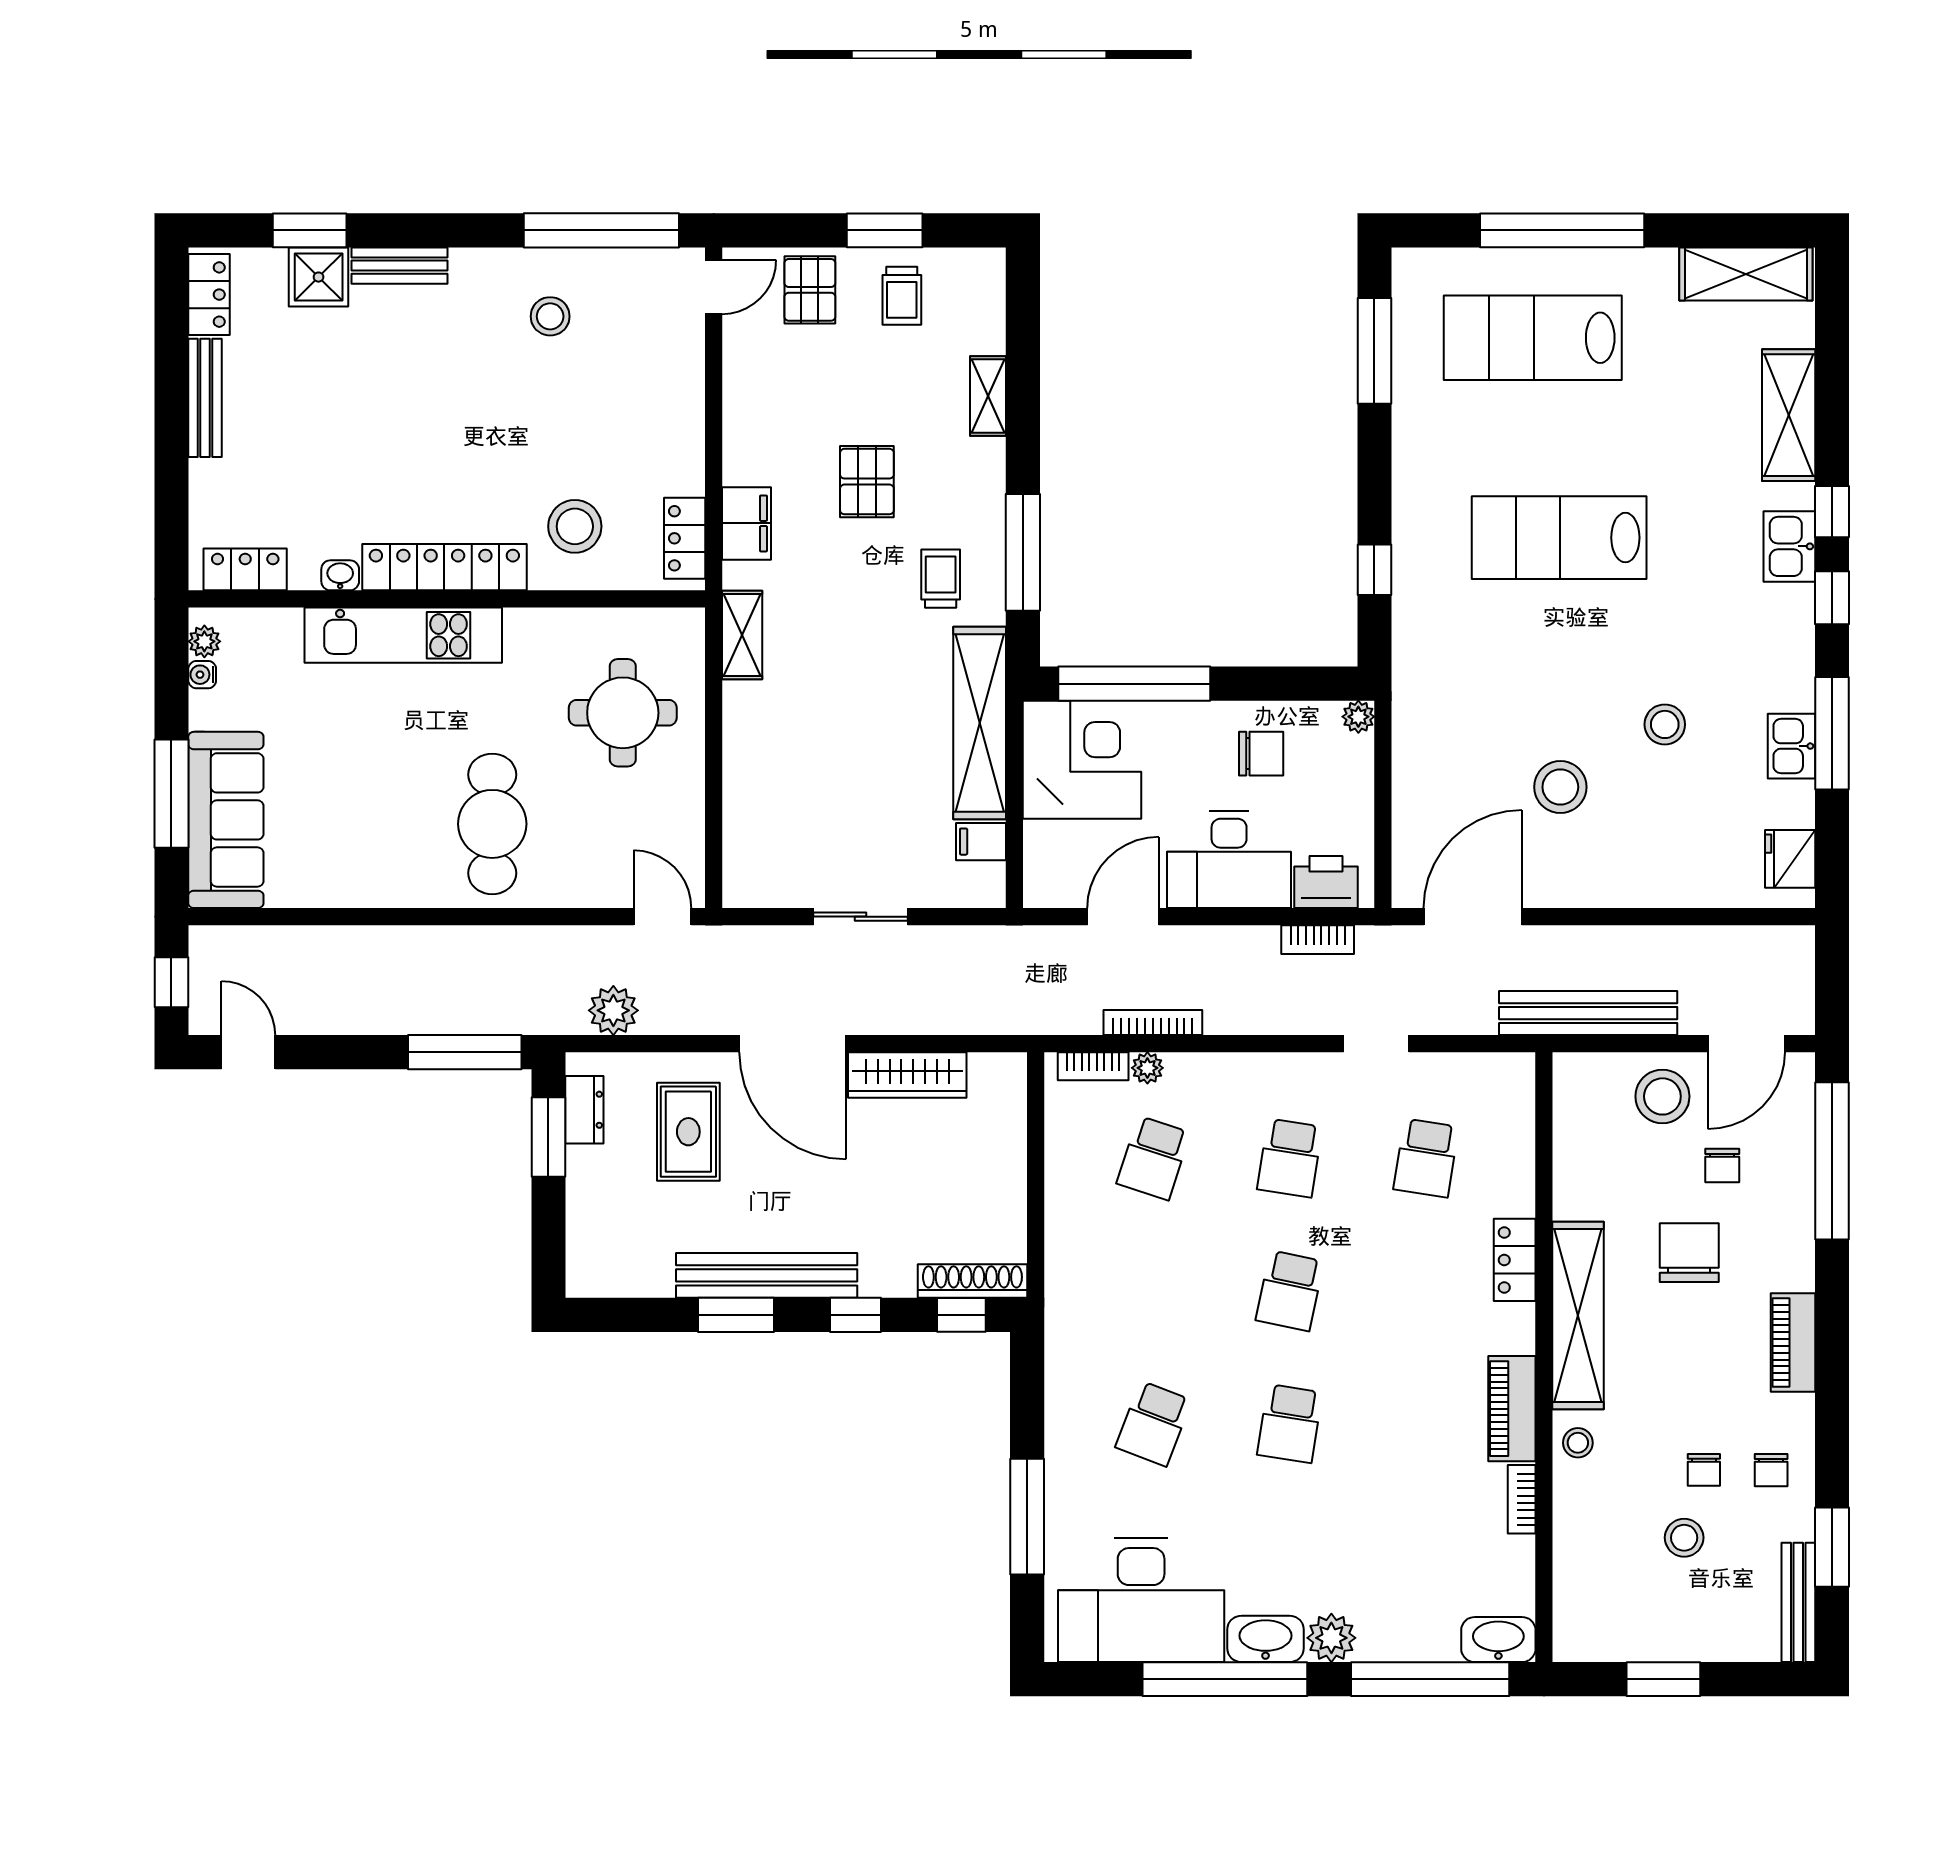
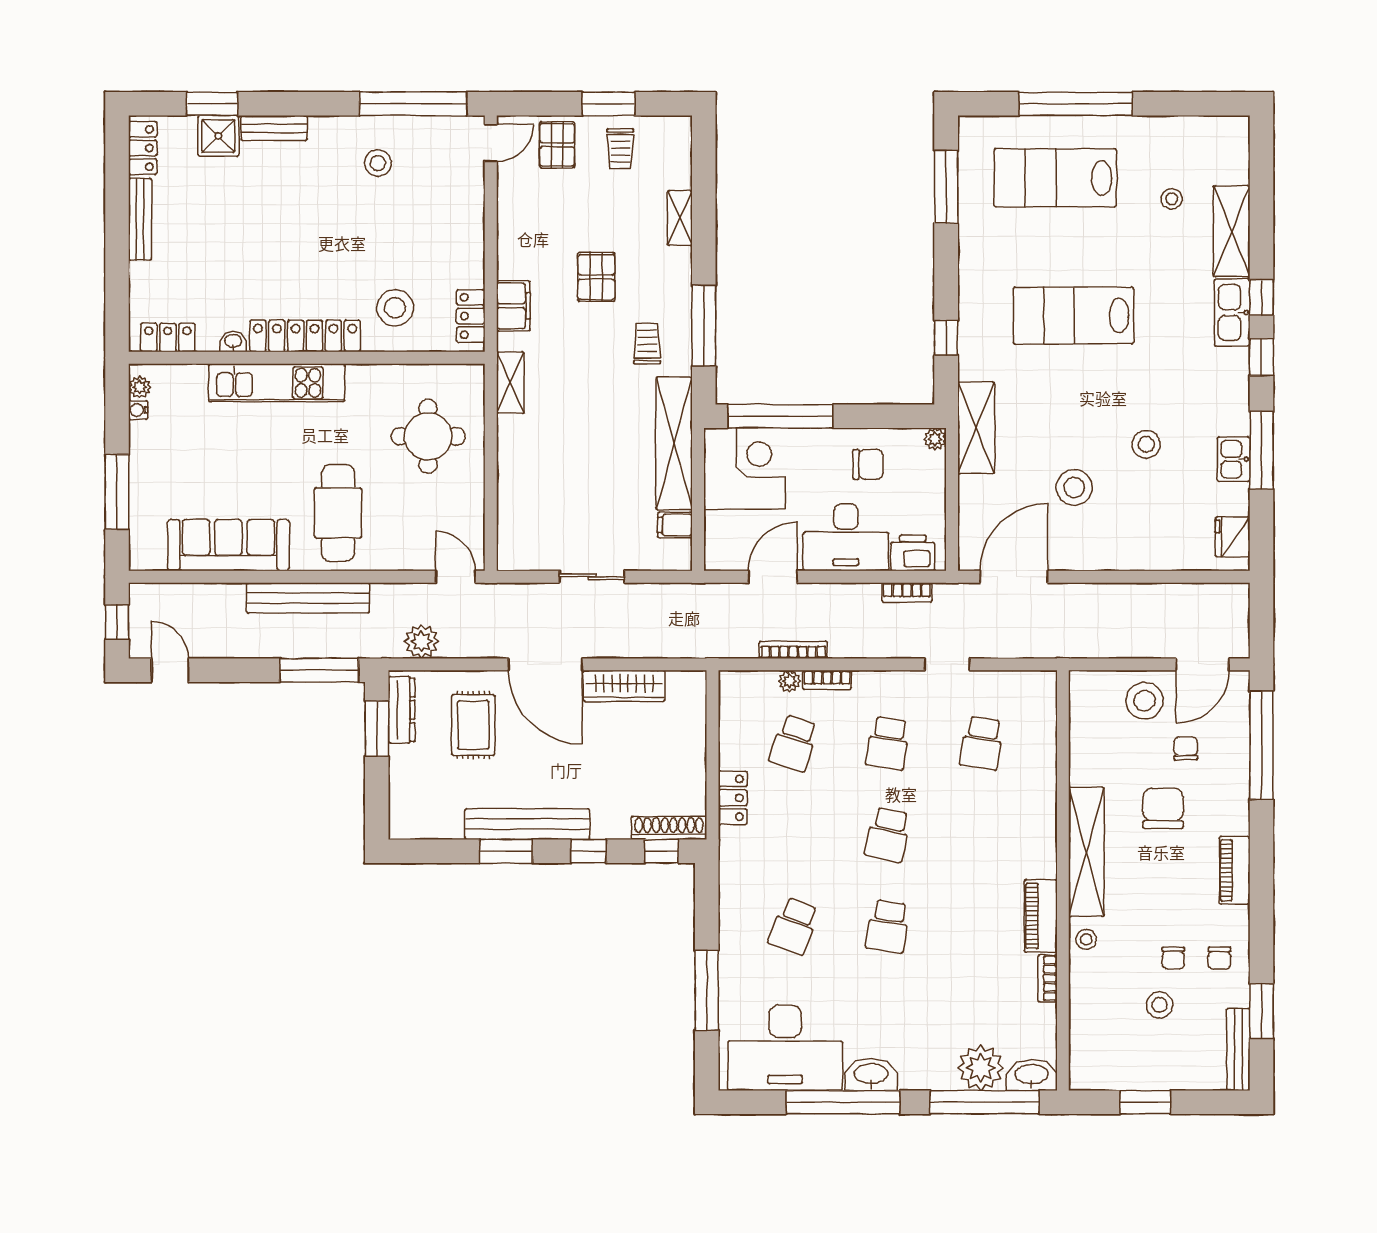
shelving: (1746, 274) -> (976, 428), moved, turned 90
stool: (1702, 368) -> (1172, 199), added
kitchen sink: (1789, 546) -> (1232, 312), width x1.38
sofa: (226, 820) -> (229, 545), moved, turned -90
bench: (1588, 1013) -> (308, 598), moved
bookcase: (1093, 1066) -> (827, 680), moved
dresser: (584, 1110) -> (402, 710), width x1.44
chair: (1722, 1165) -> (1186, 748), turned 180
locker: (1515, 1260) -> (733, 798), moved, turned 180
plant: (1331, 1638) -> (981, 1068), moved, width x1.36, depth x1.36

